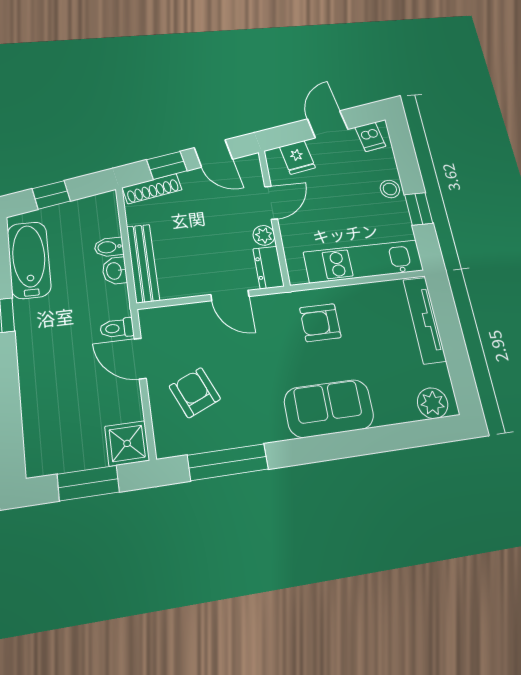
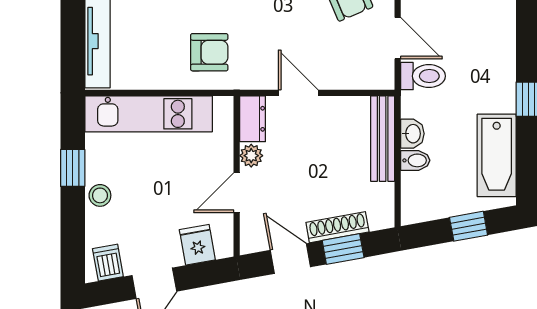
shoe rack: (152, 189) -> (337, 227), moved
toilet: (117, 328) -> (423, 76), width x1.37, depth x1.39

